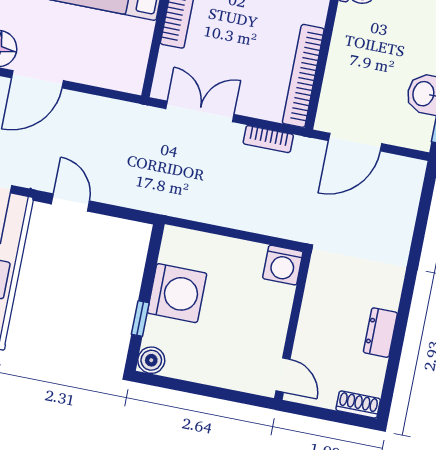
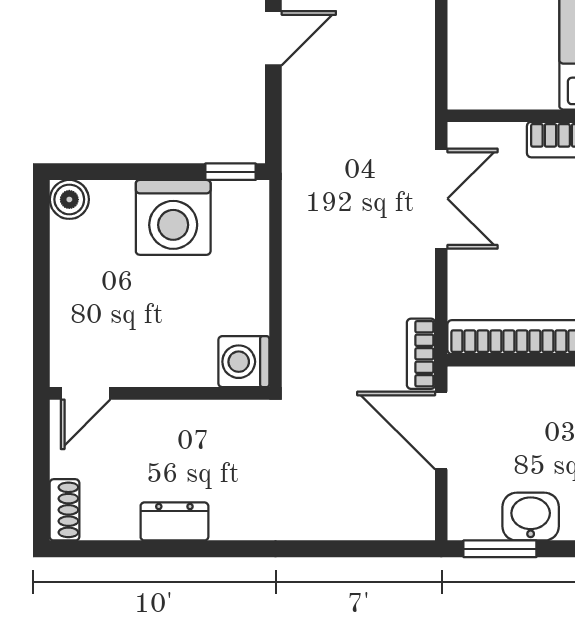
bookcase: (268, 139) -> (421, 354), moved
window: (140, 318) -> (230, 172), moved

